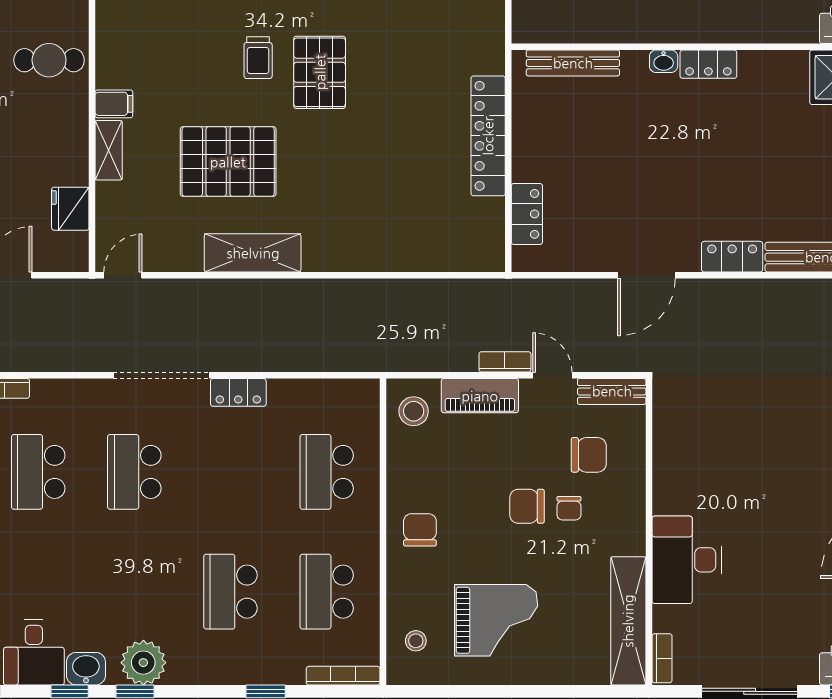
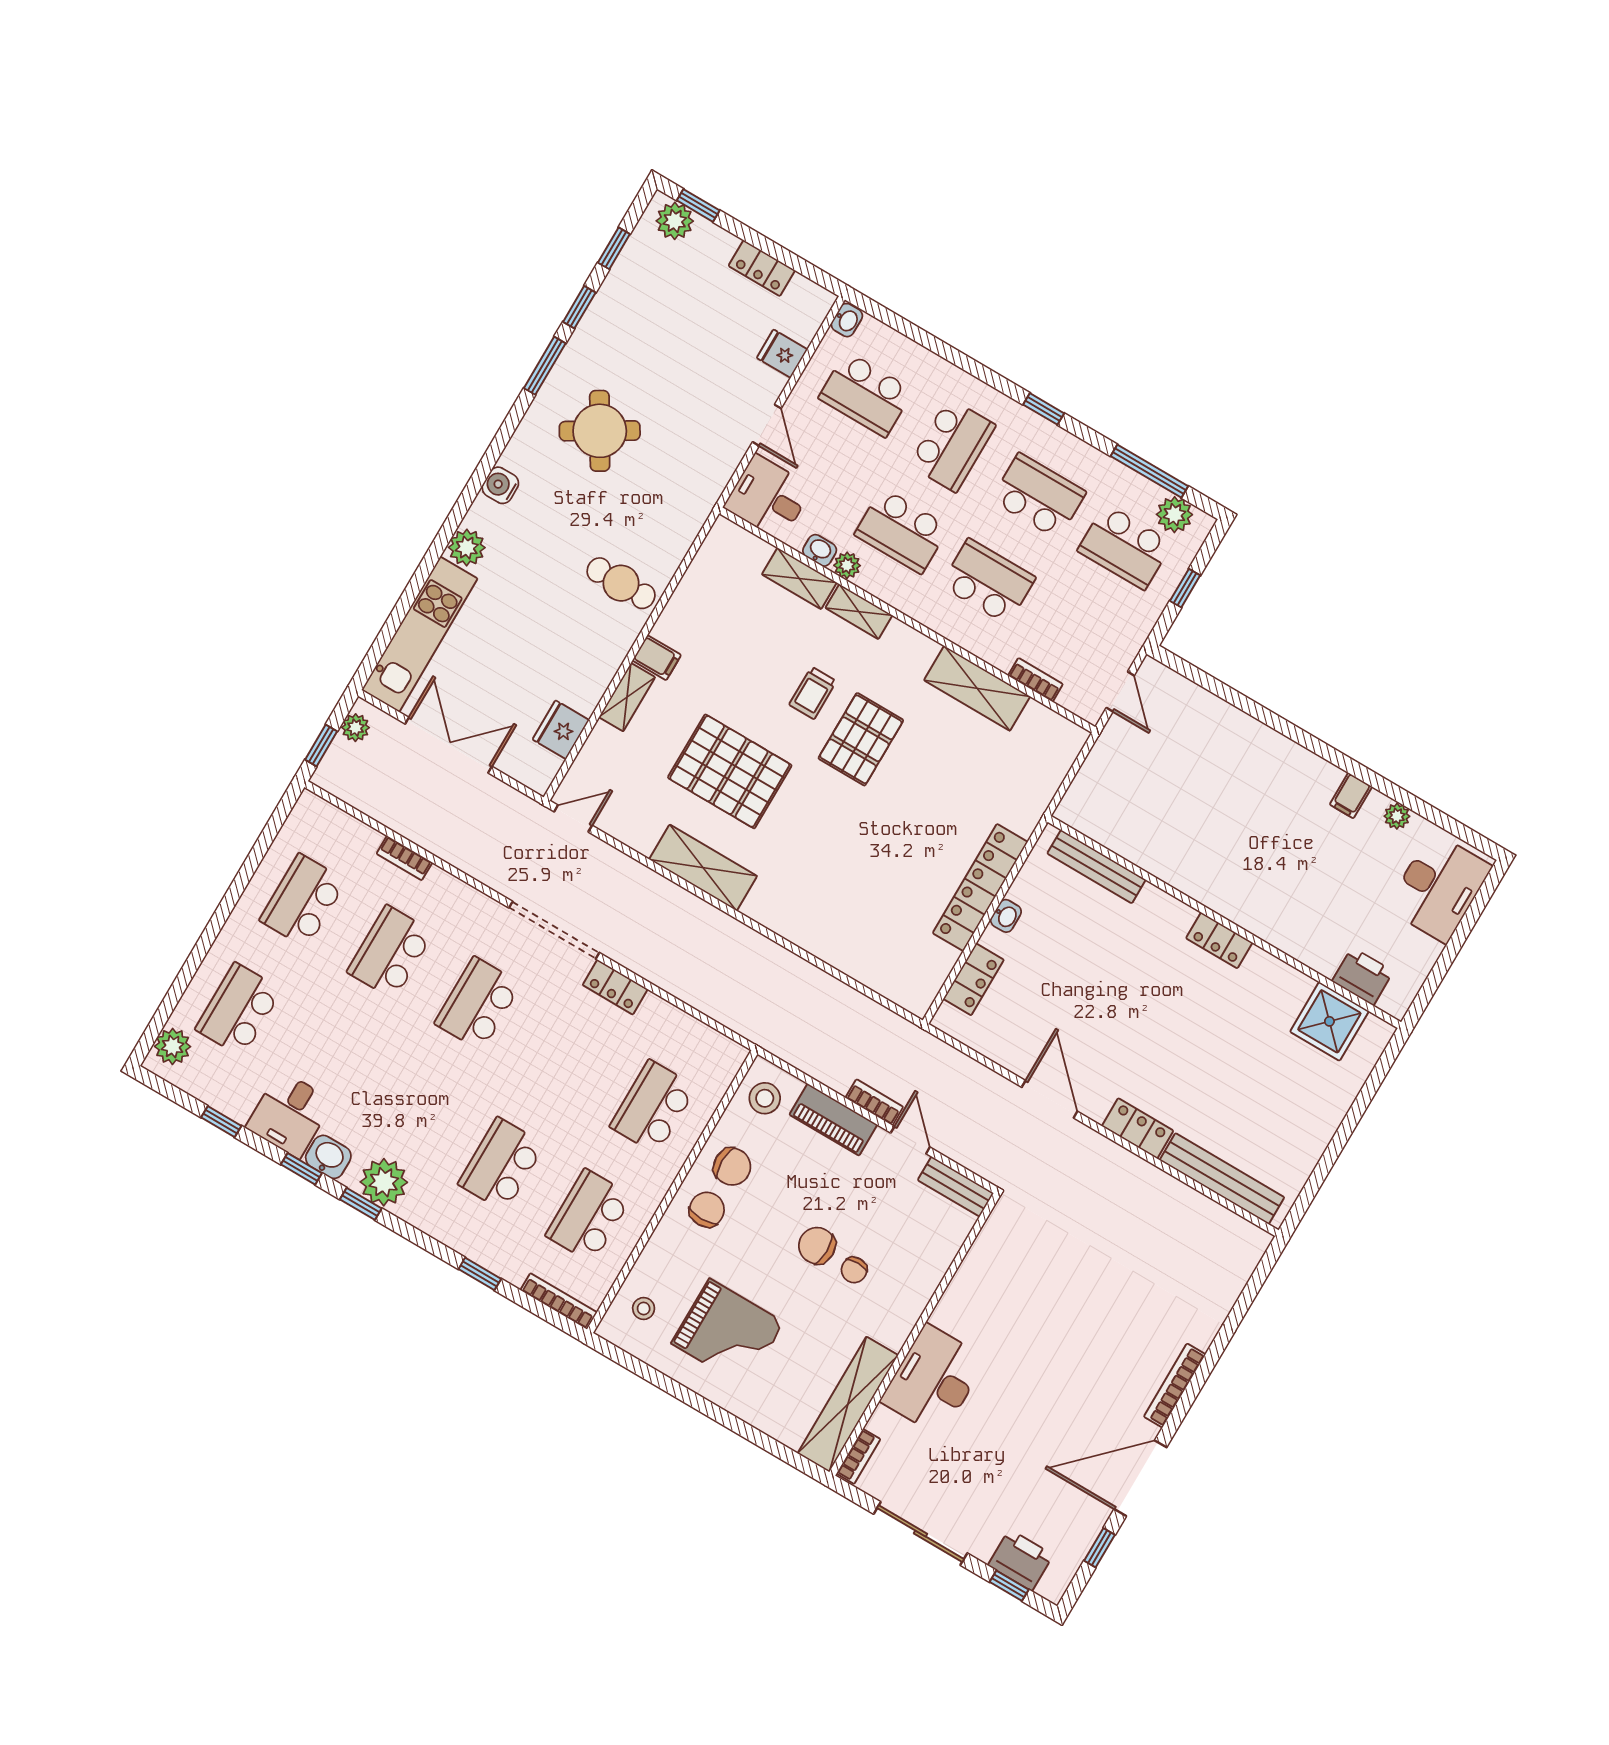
washbasin: (664, 61) -> (1006, 916), moved, turned -90
door: (646, 275) -> (1050, 1099), swing flipped
chair: (589, 455) -> (732, 1167), moved

